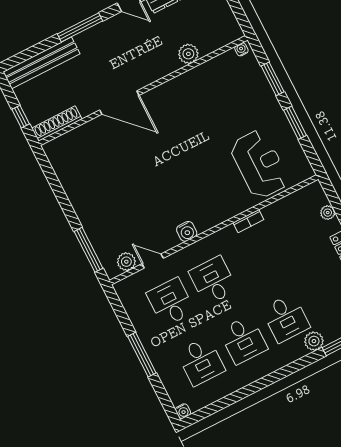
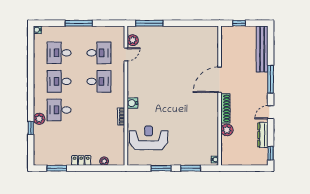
shoe rack: (57, 124) -> (225, 108), moved
reception desk: (259, 164) -> (149, 138), turned 180
water cooler: (187, 231) -> (132, 103), moved

